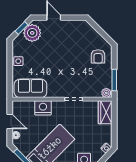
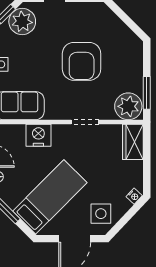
armchair: (98, 56) -> (82, 61), moved, width x1.88, depth x1.88
plant: (106, 93) -> (128, 106), width x1.87, depth x1.87

